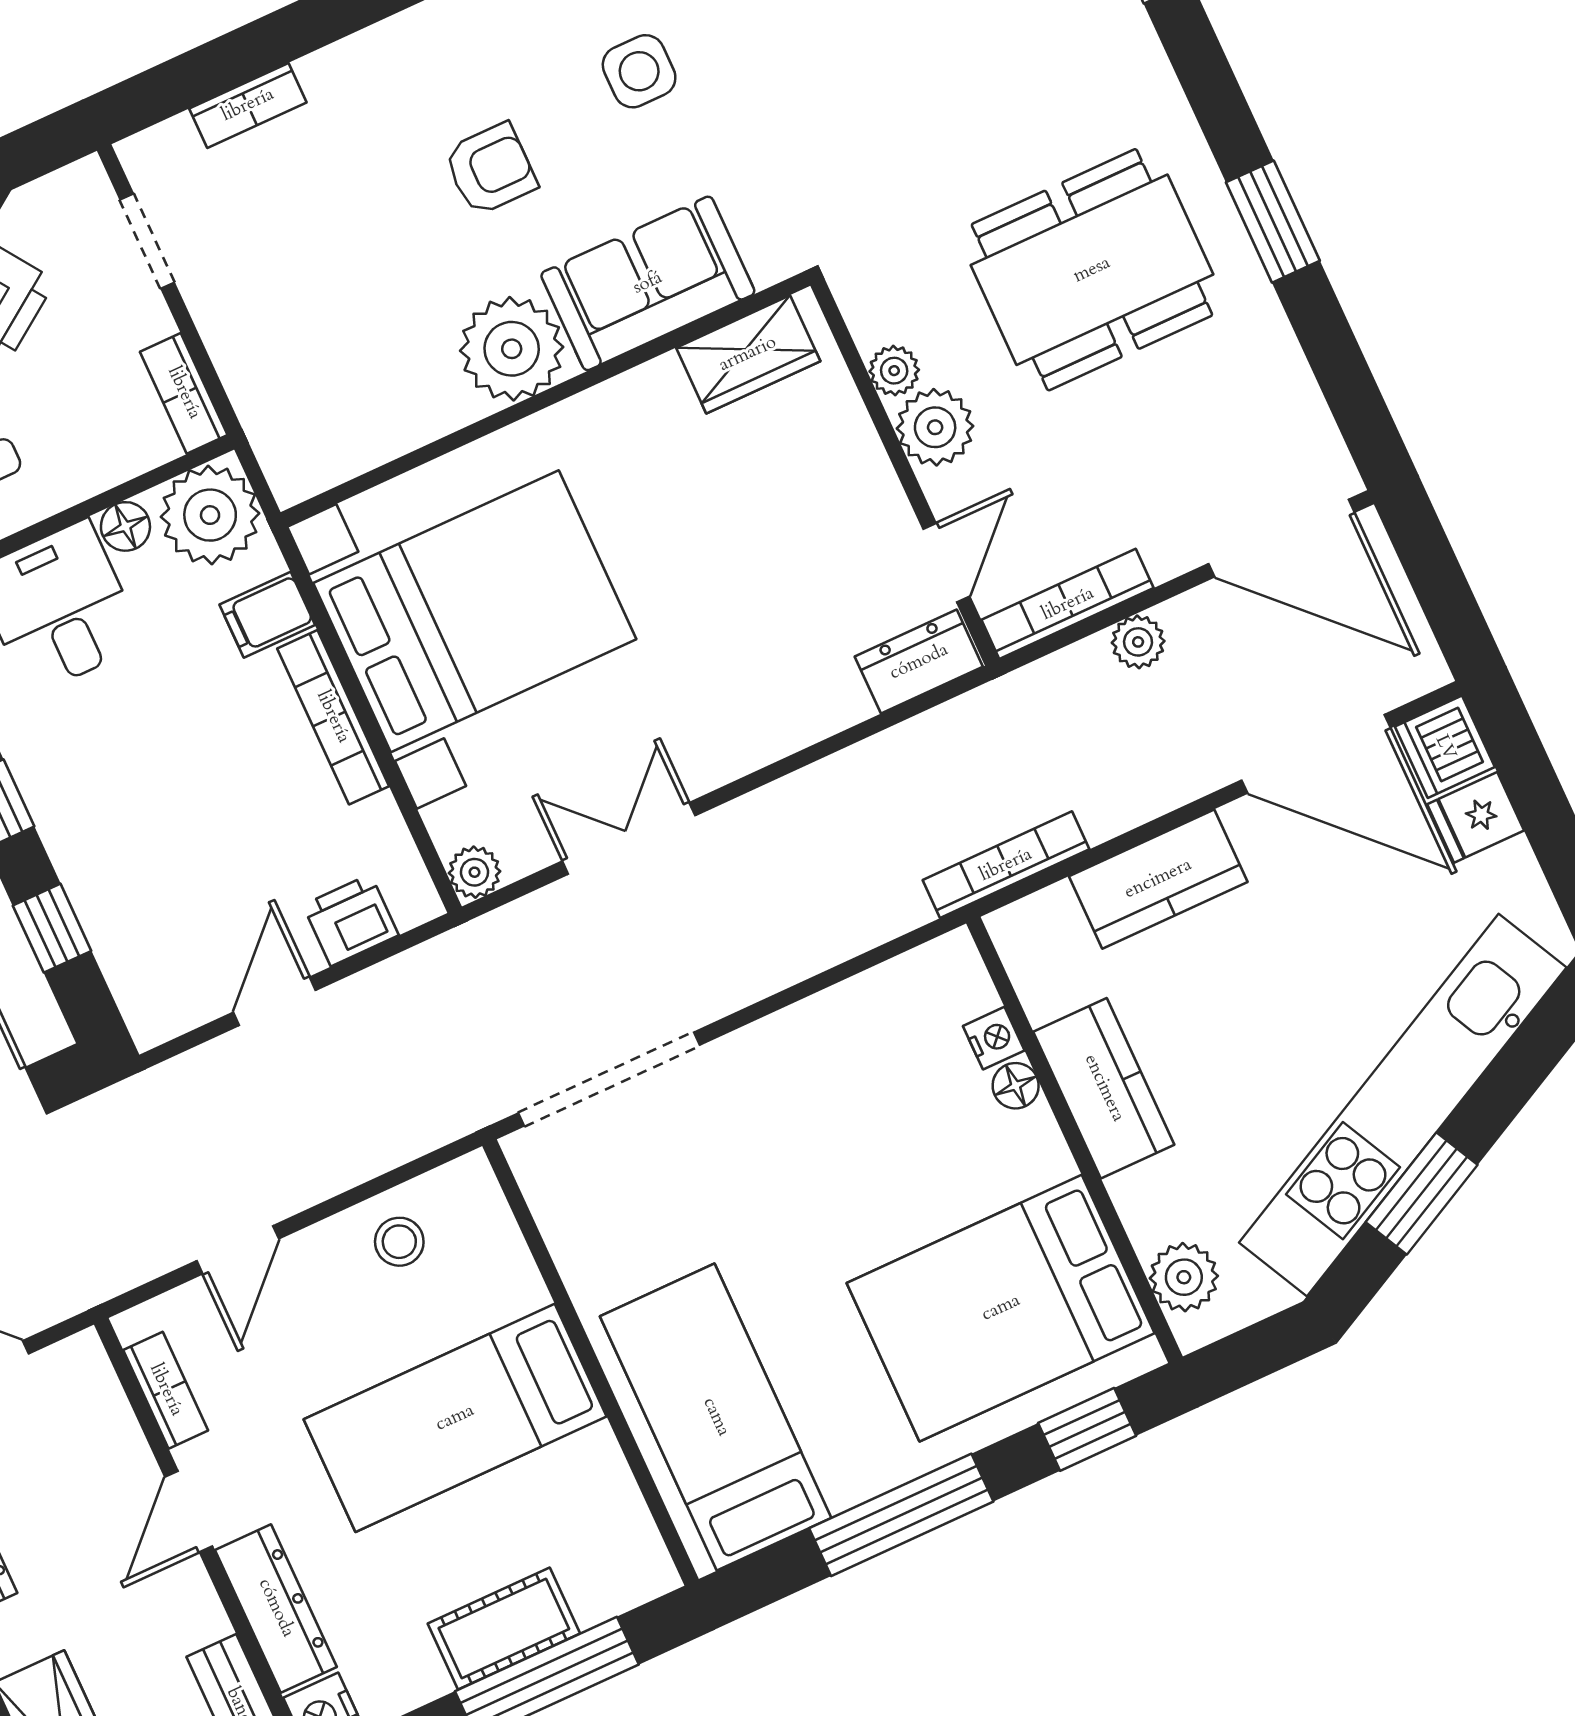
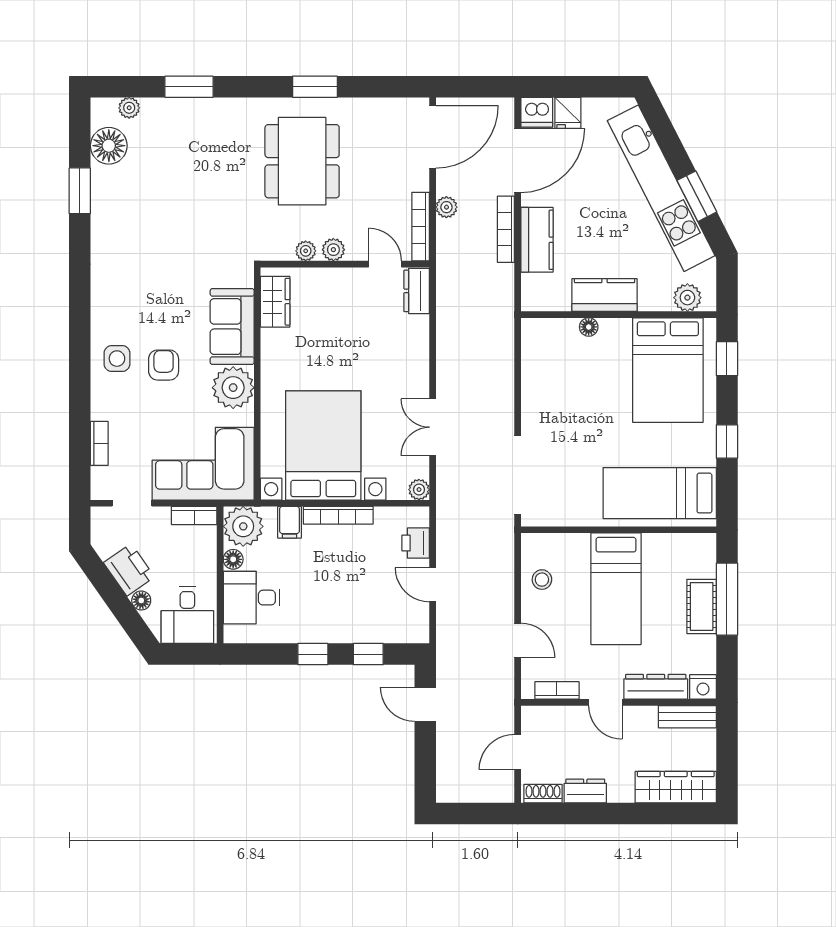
side table: (639, 71) -> (117, 359), moved
corner sofa: (310, 360) -> (203, 464), added
plant: (935, 427) -> (333, 250), width x0.73, depth x0.73
bookcase: (1006, 865) -> (506, 229), moved
nightstand: (994, 1038) -> (568, 327), removed
window: (901, 1515) -> (727, 441), width x0.46

